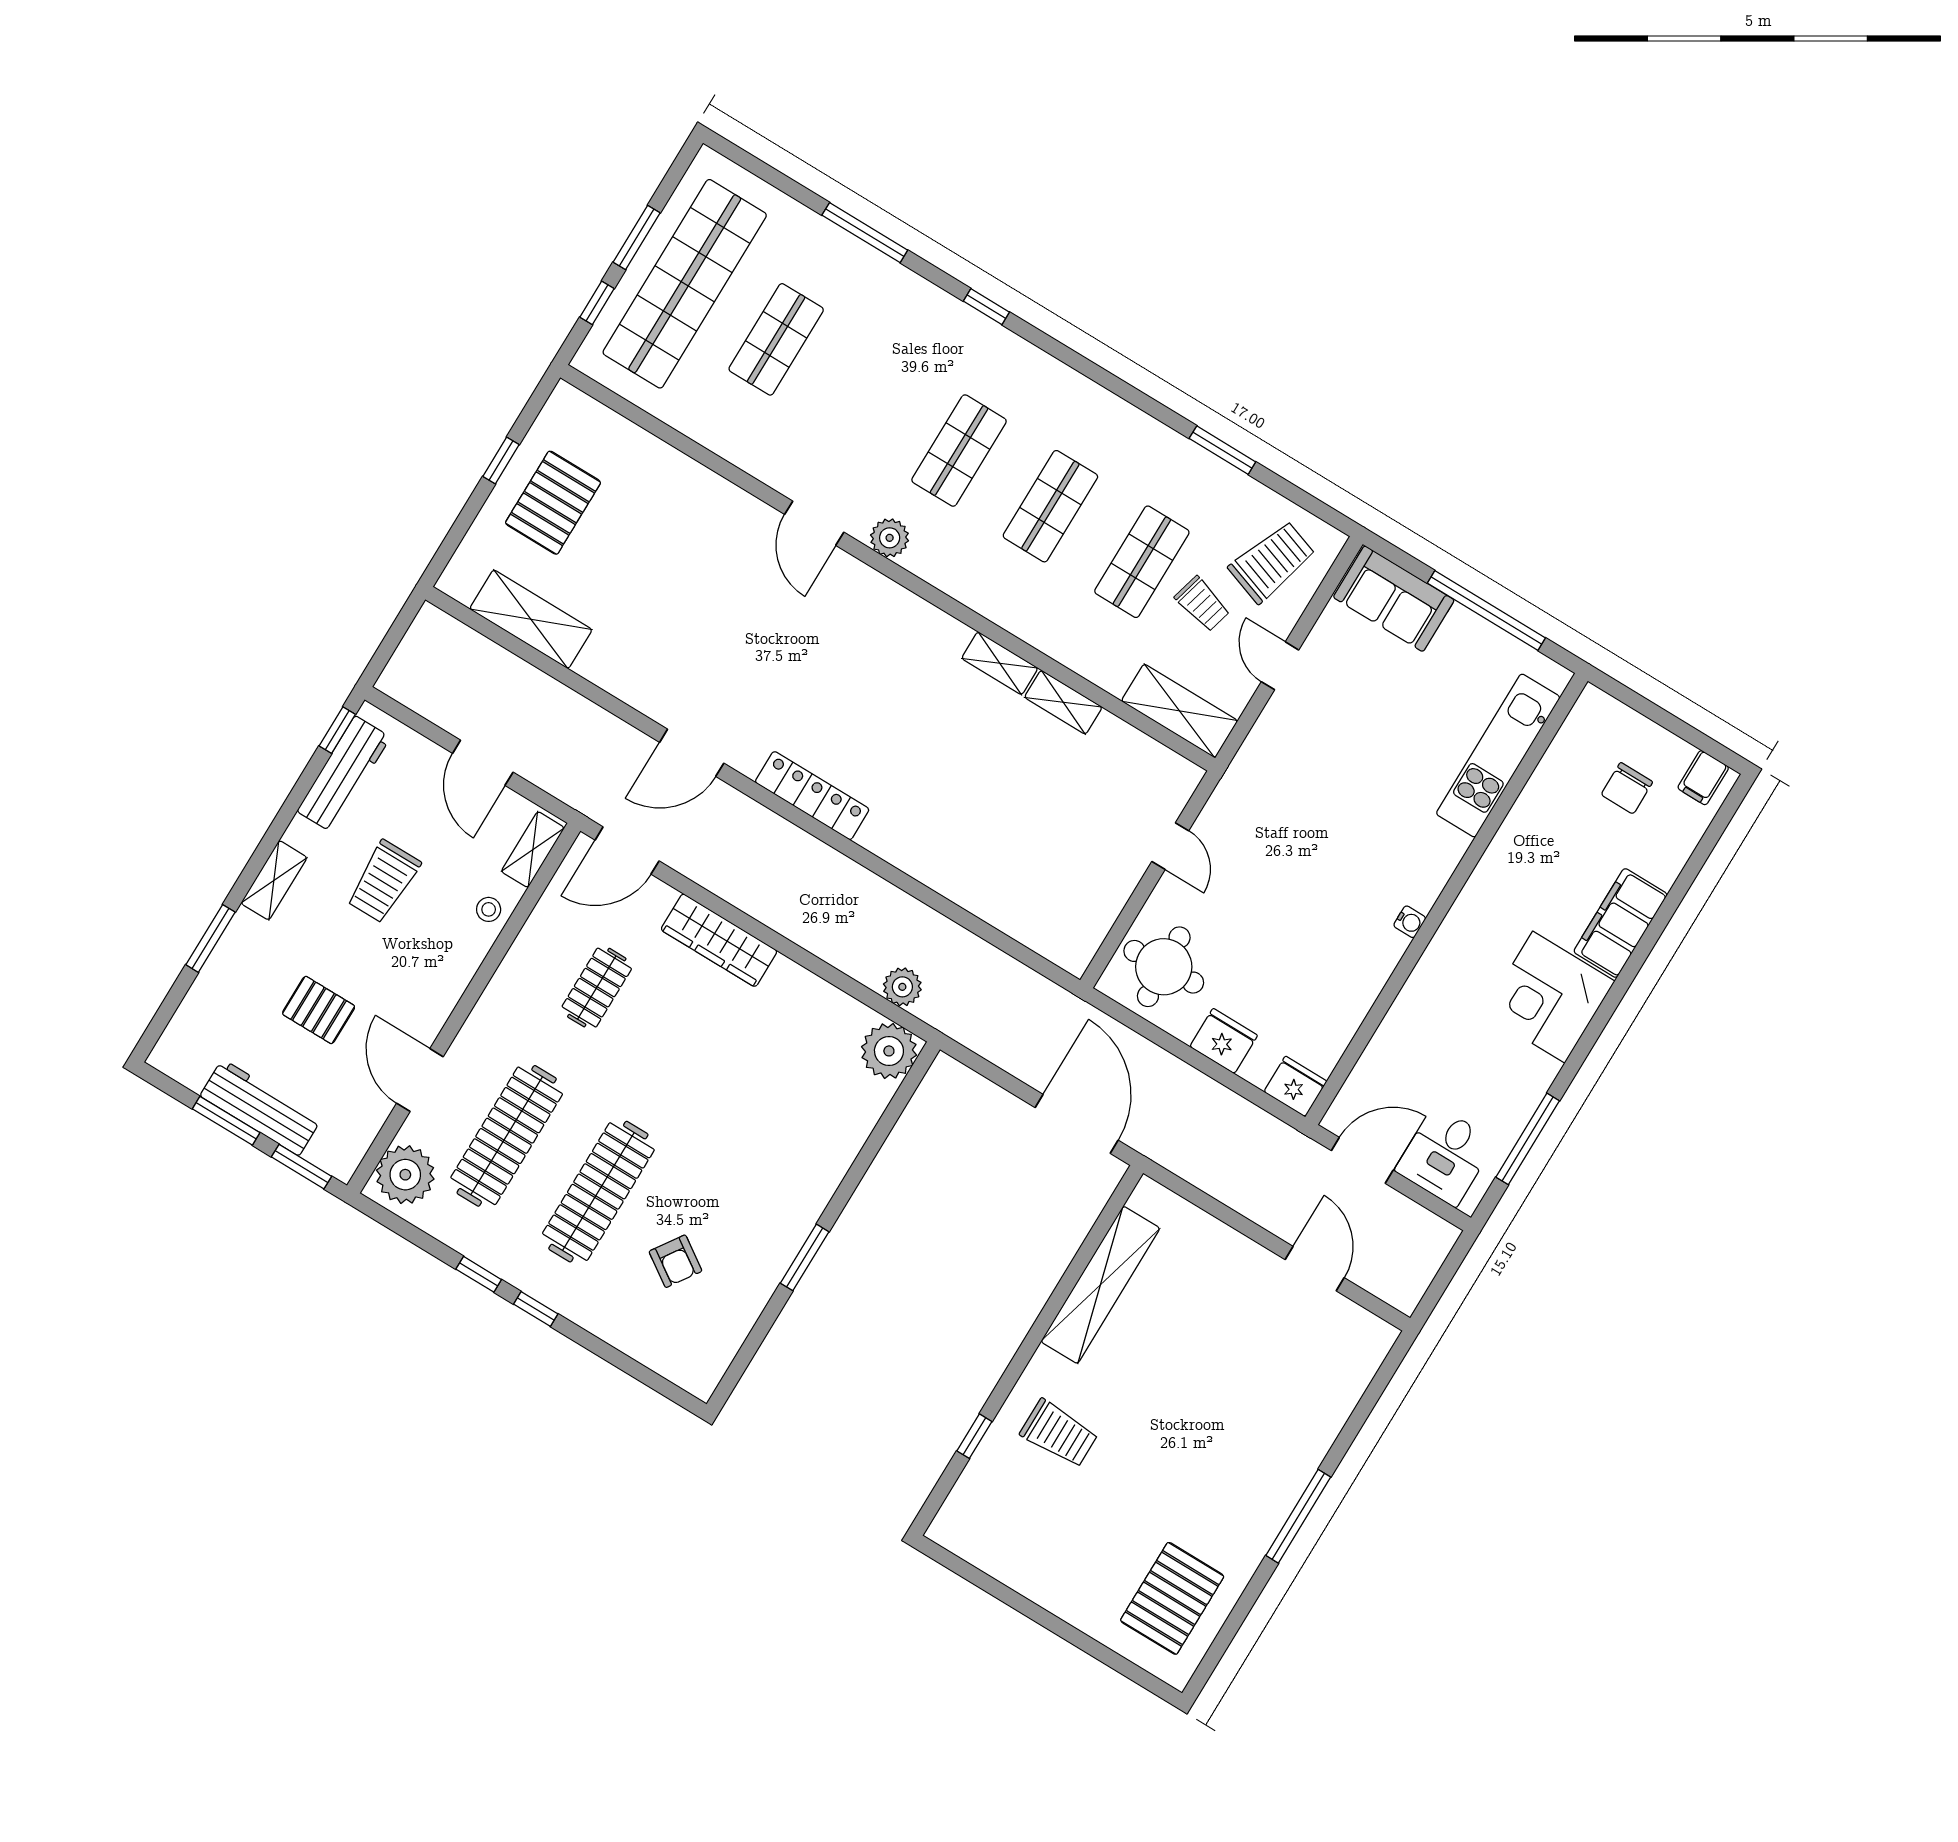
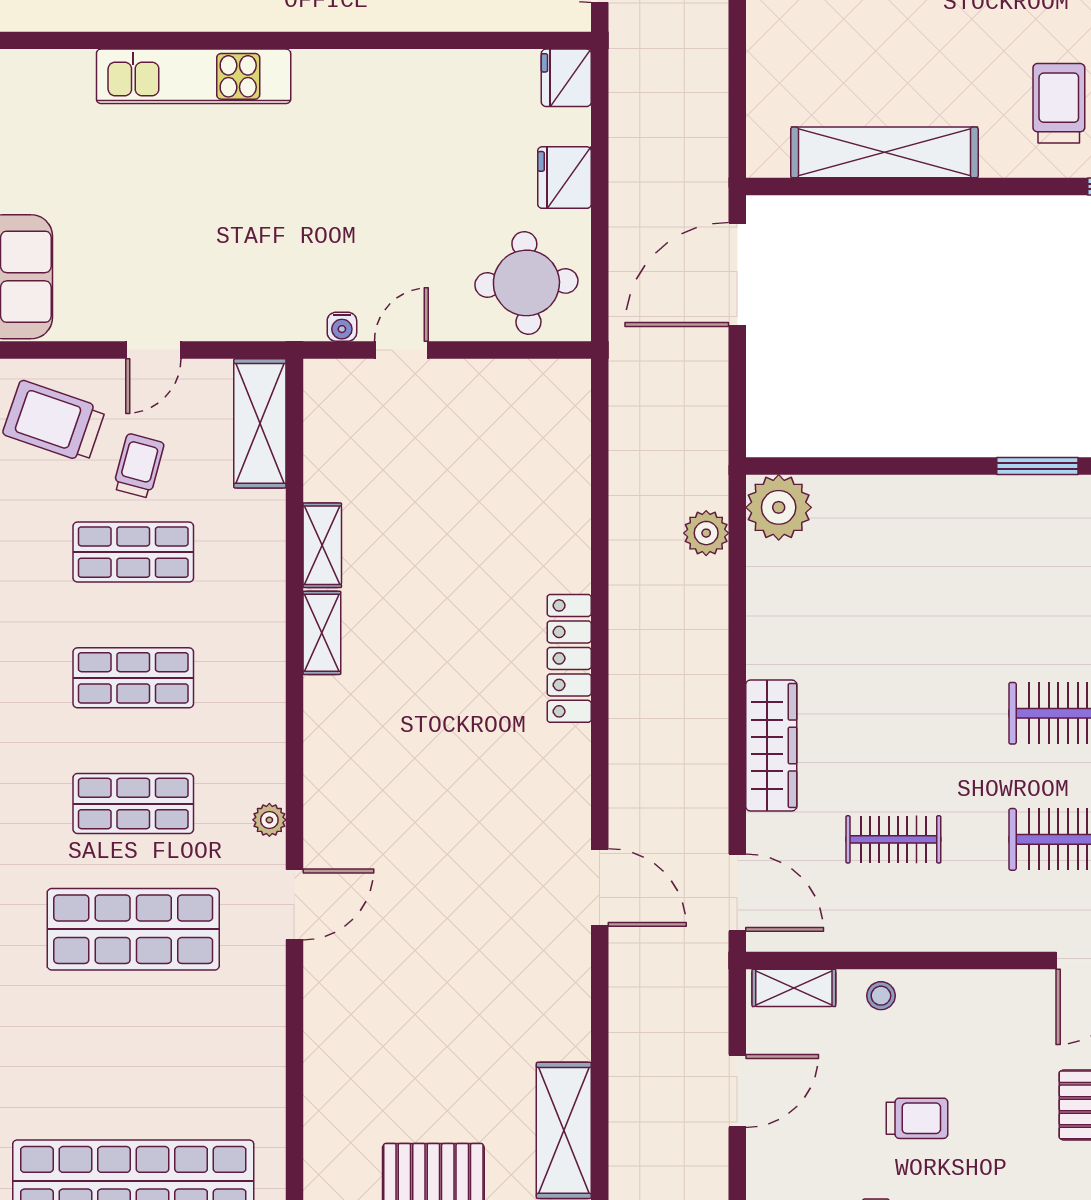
shop shelf: (776, 339) -> (133, 929), moved, width x1.43, depth x1.36
plant: (890, 538) -> (269, 820), width x0.73, depth x0.73
kitchen unit: (1498, 755) -> (194, 76), moved
locker: (812, 796) -> (569, 658), moved
trolley: (383, 881) -> (917, 1118), width x0.73, depth x0.72
water cooler: (1410, 922) -> (342, 327), moved, turned 180

